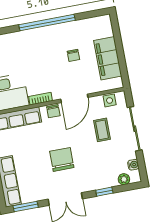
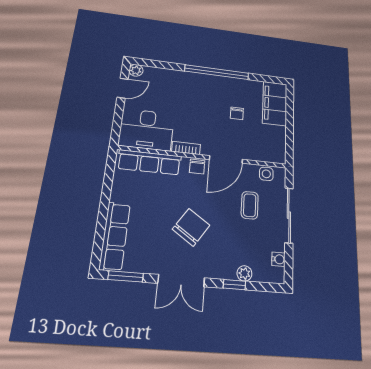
filing cabinet: (108, 58) -> (275, 103), moved
chair: (62, 159) -> (191, 227), turned 34
plant: (124, 179) -> (244, 273), moved

